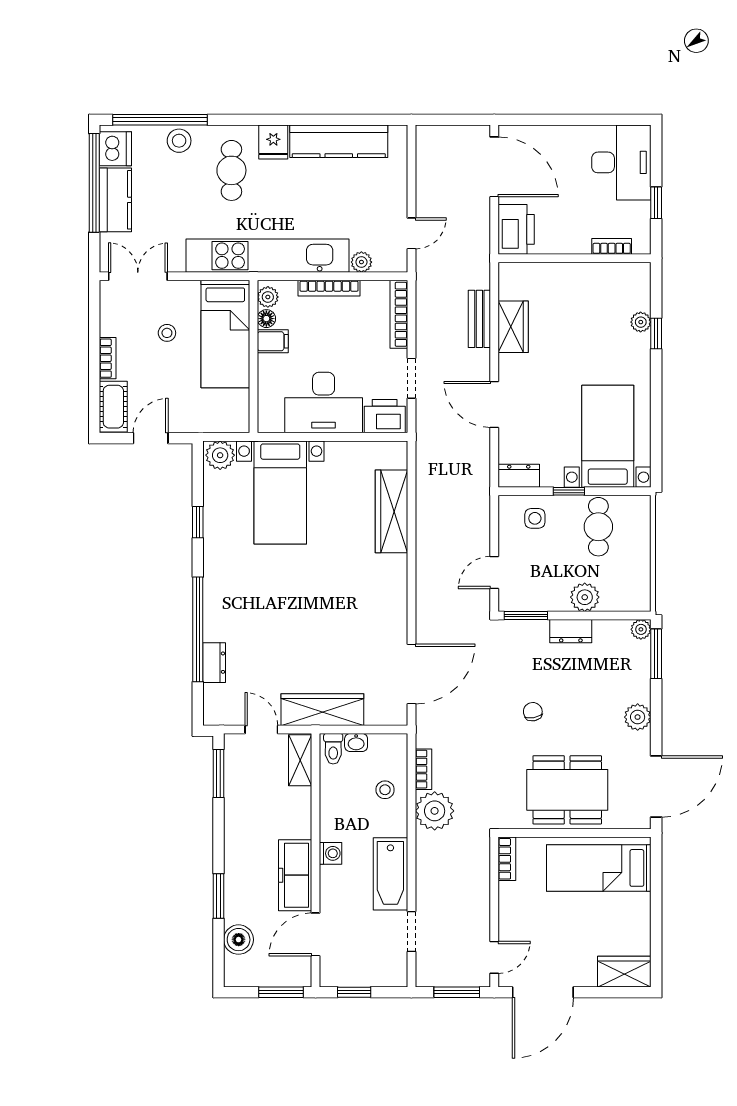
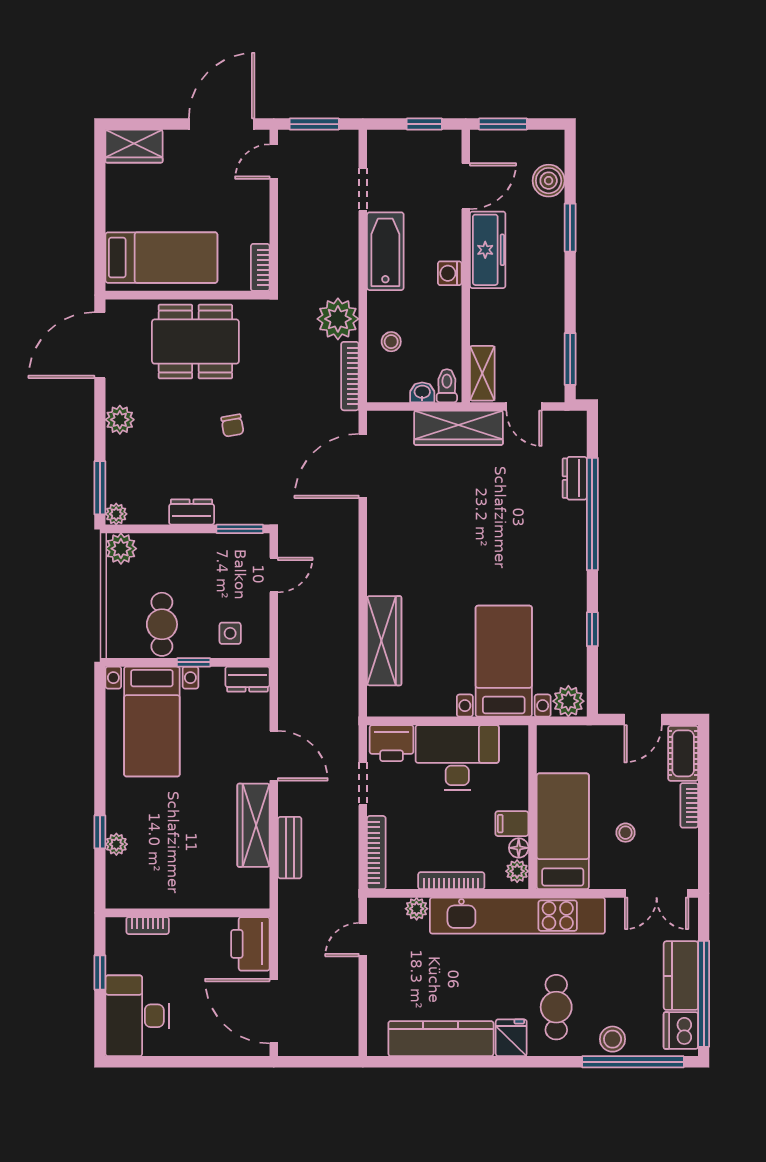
wardrobe: (513, 327) -> (254, 825), width x1.50
plant: (585, 597) -> (121, 549), moved
bookcase: (423, 769) -> (350, 376), width x1.56

